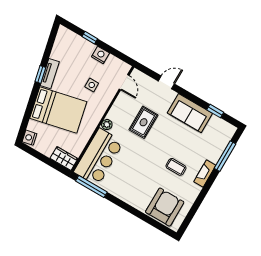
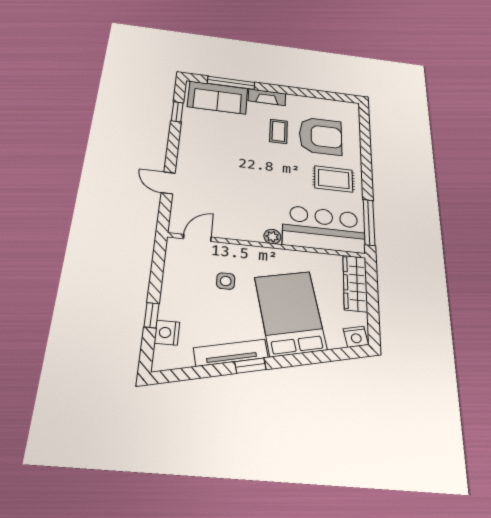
nightstand: (100, 55) -> (167, 333), moved
tv unit: (50, 74) -> (231, 353), width x1.41
sofa: (190, 113) -> (218, 98), moved, turned 90
rug: (144, 122) -> (334, 179), moved
wardrobe: (64, 159) -> (355, 283), width x1.50
armchair: (165, 207) -> (321, 136), moved, turned 180

